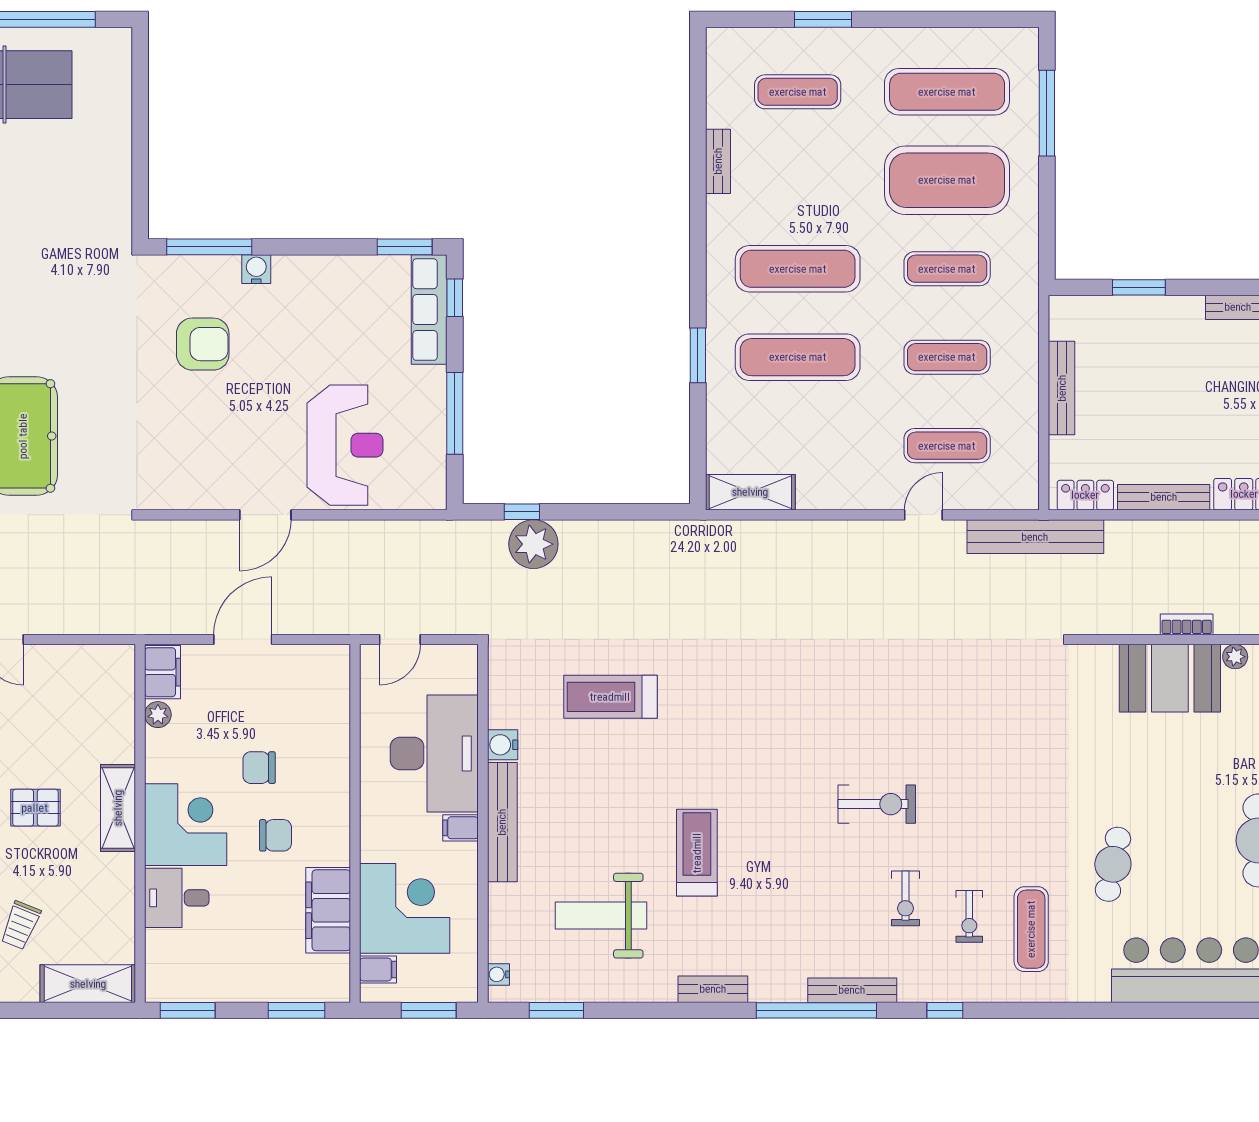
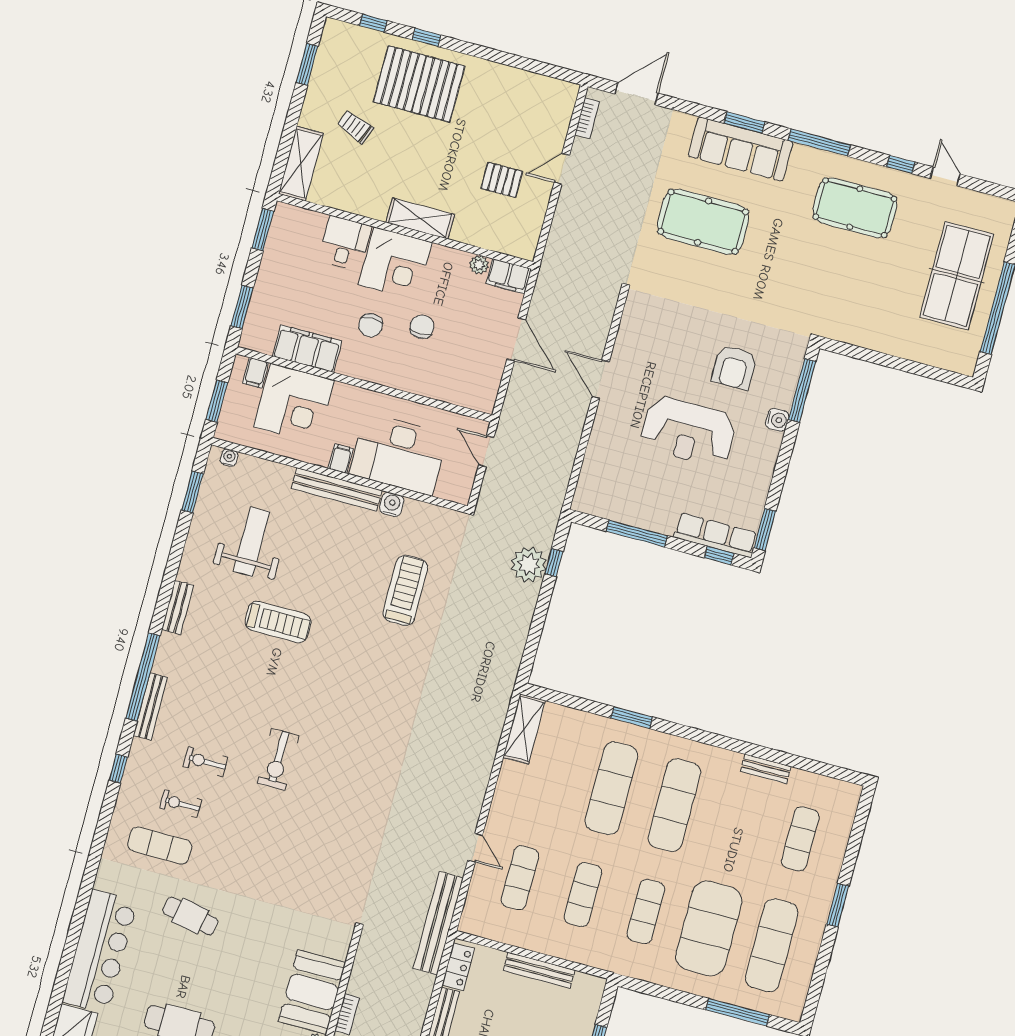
window: (823, 19) -> (838, 905), moved
reception desk: (345, 445) -> (688, 432), moved
pallet: (35, 808) -> (502, 180), moved, turned 90

